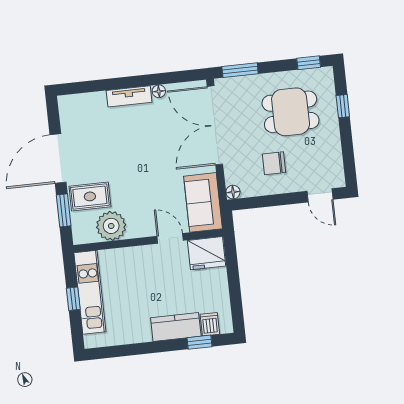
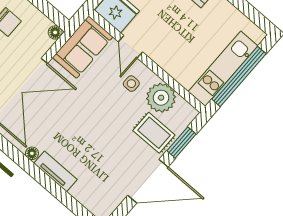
side table: (142, 214) -> (131, 84), added
window: (73, 299) -> (239, 76), width x3.17

